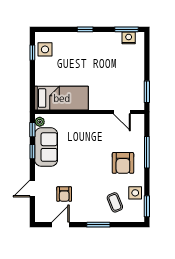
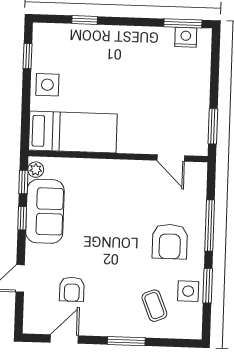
window: (85, 29) -> (85, 20), moved
side table: (45, 49) -> (47, 85), moved
window: (147, 206) -> (208, 286), moved

